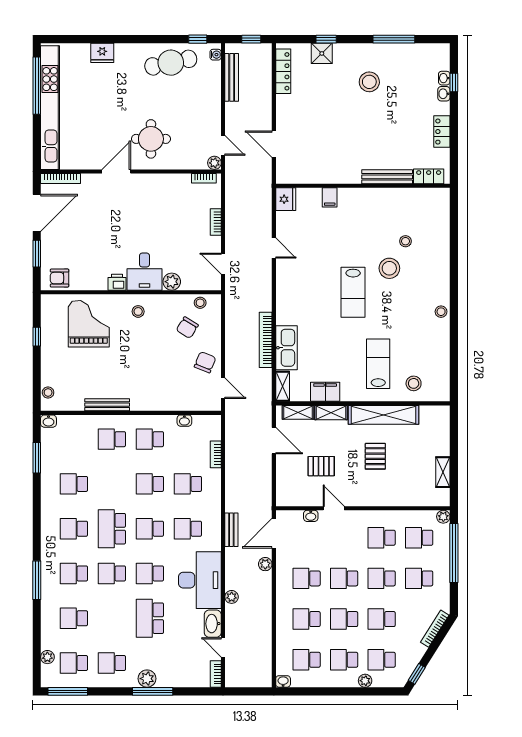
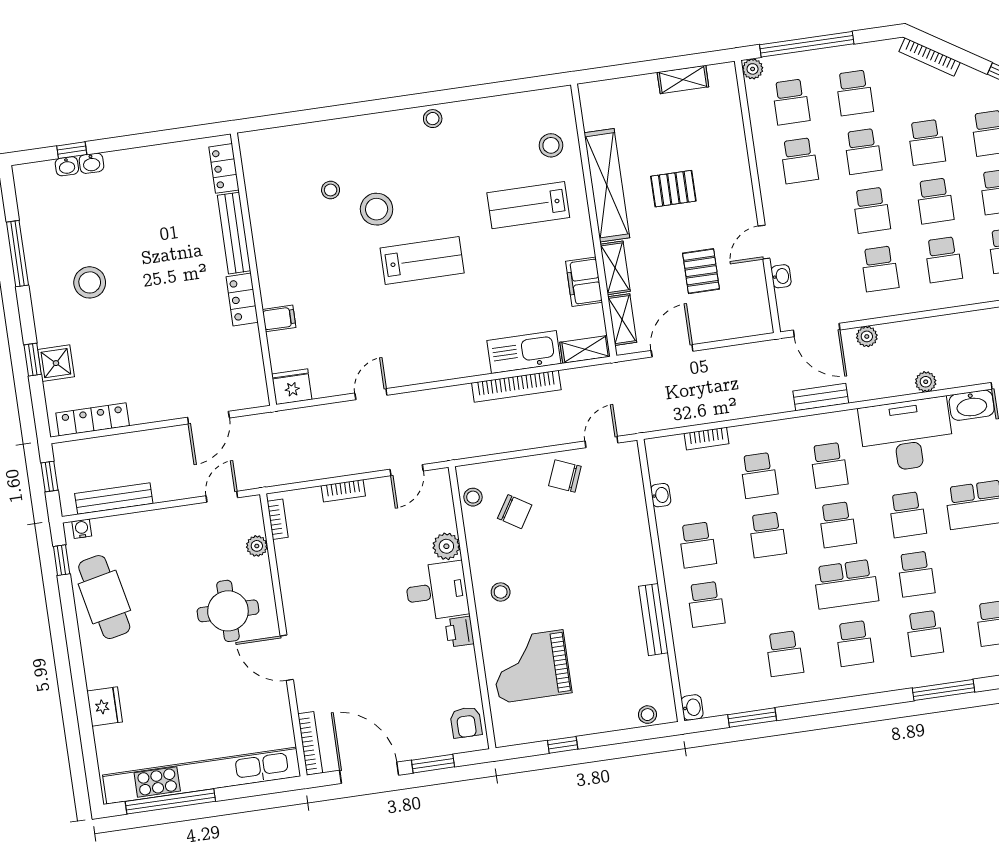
locker: (442, 132) -> (242, 299), moved, turned 90
plant: (214, 163) -> (257, 546), moved

